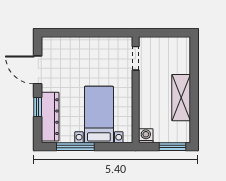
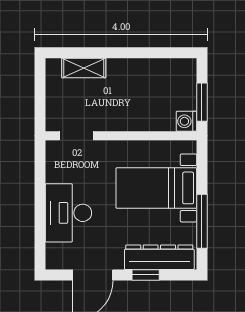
desk: (81, 53) -> (68, 213), added
shelving: (181, 98) -> (84, 68), moved, width x0.67, depth x0.75
window: (172, 147) -> (202, 102), moved

